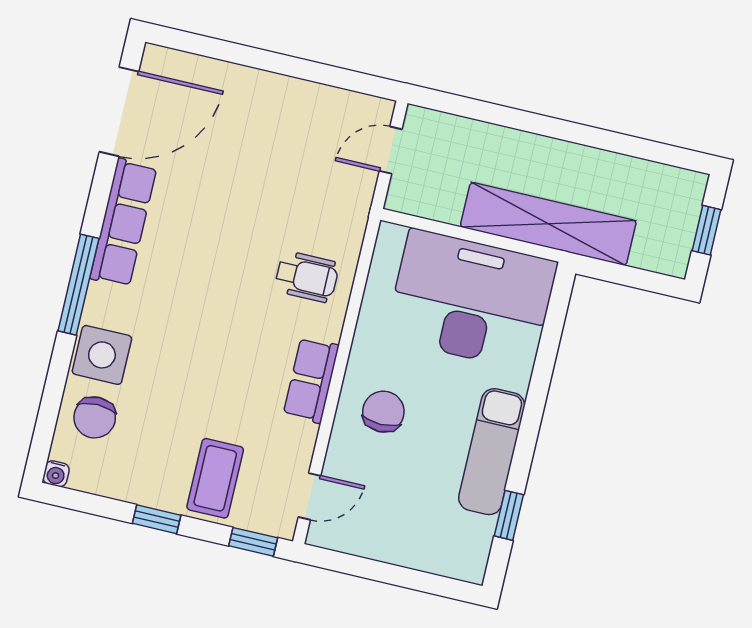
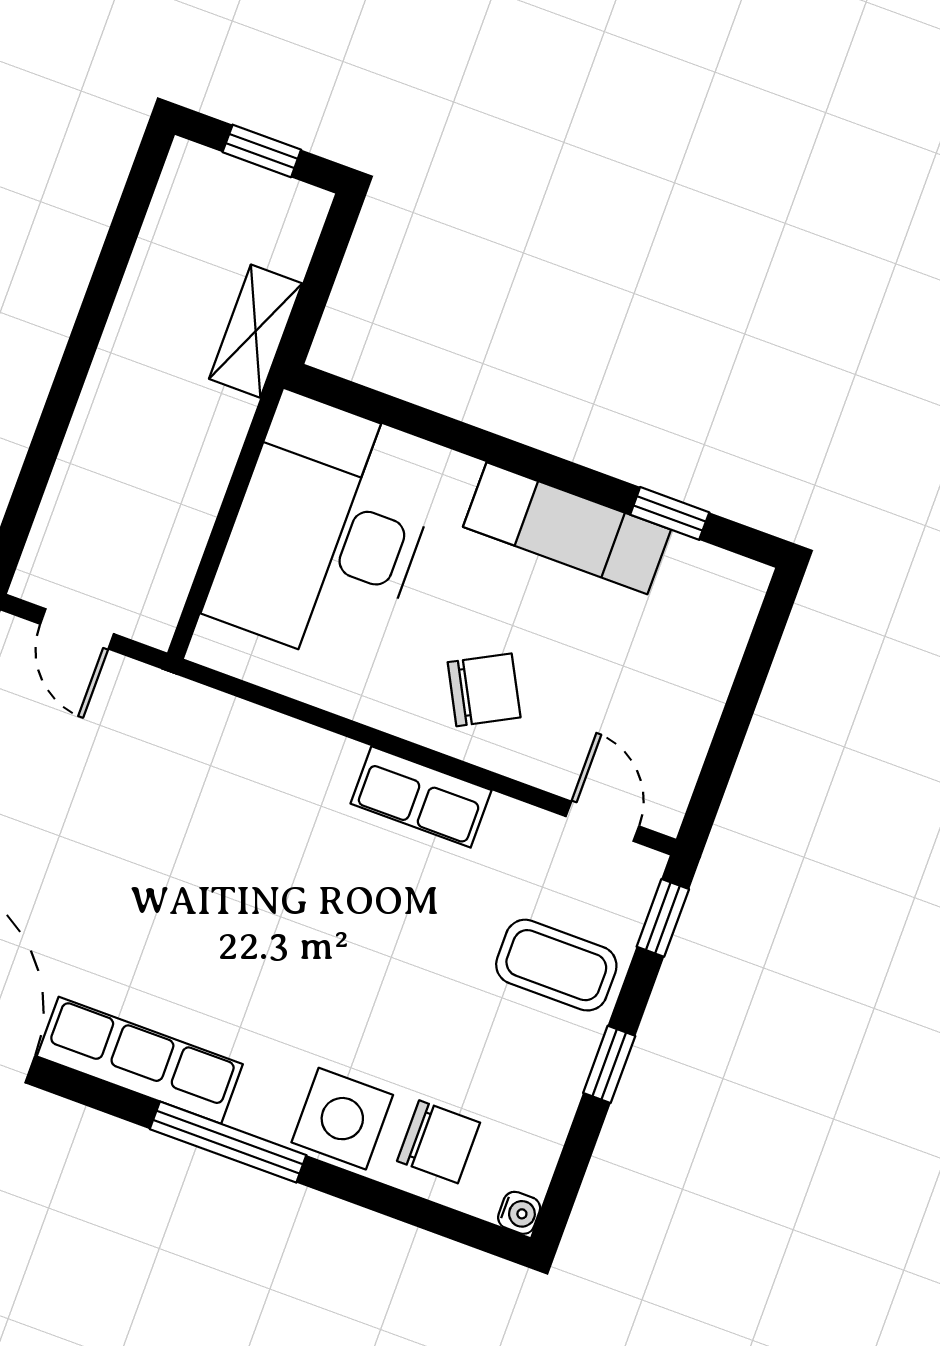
shelving: (548, 224) -> (256, 331), width x0.45, depth x0.75
wheelchair: (307, 277) -> (259, 784), removed
chair: (383, 412) -> (484, 690), turned 152

